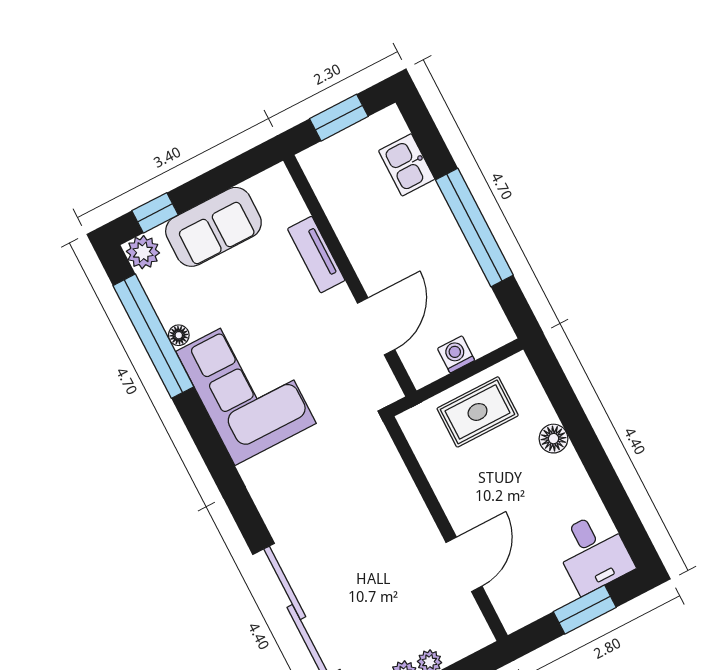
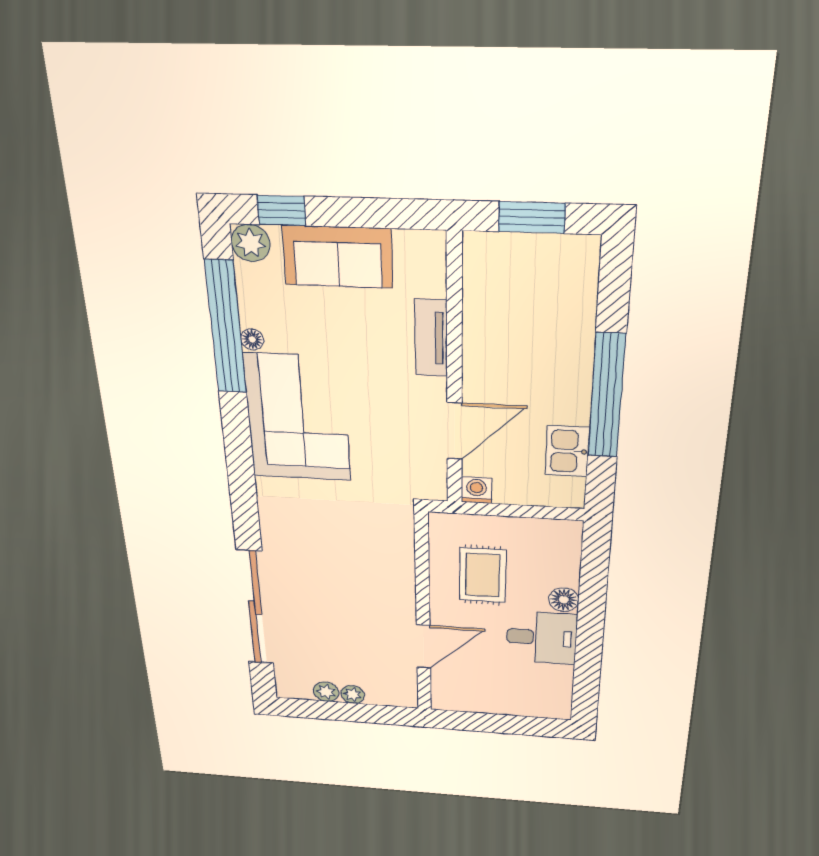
kitchen sink: (407, 165) -> (567, 451), moved
washing machine: (456, 354) -> (476, 490), moved
rug: (478, 412) -> (483, 575), moved, turned 90
desk: (593, 553) -> (542, 638), moved, turned -90
window: (585, 610) -> (507, 724), removed

